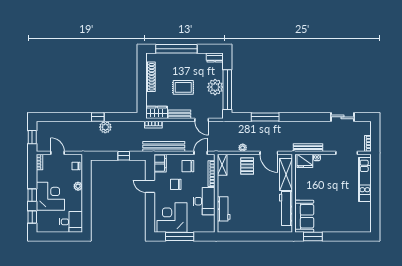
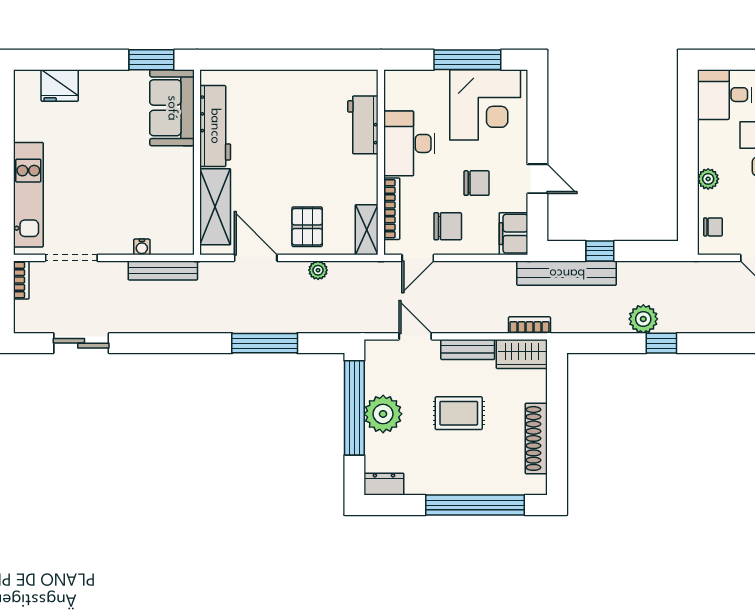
bench: (164, 146) -> (567, 273), moved
fridge: (305, 161) -> (60, 85), moved, turned 180

